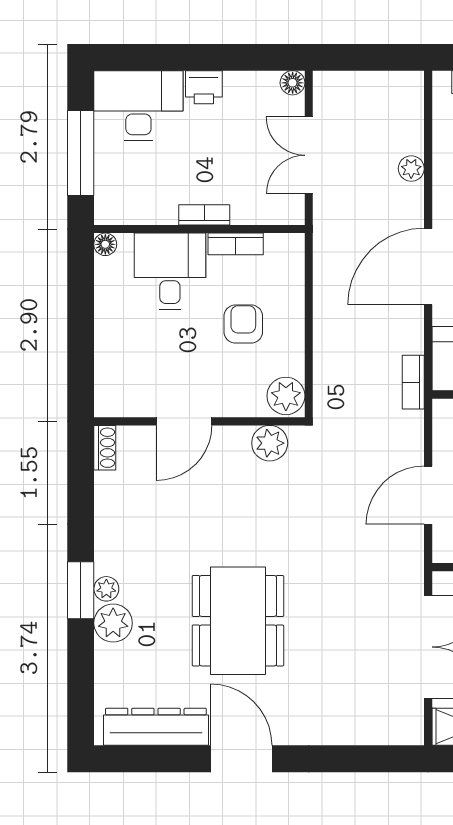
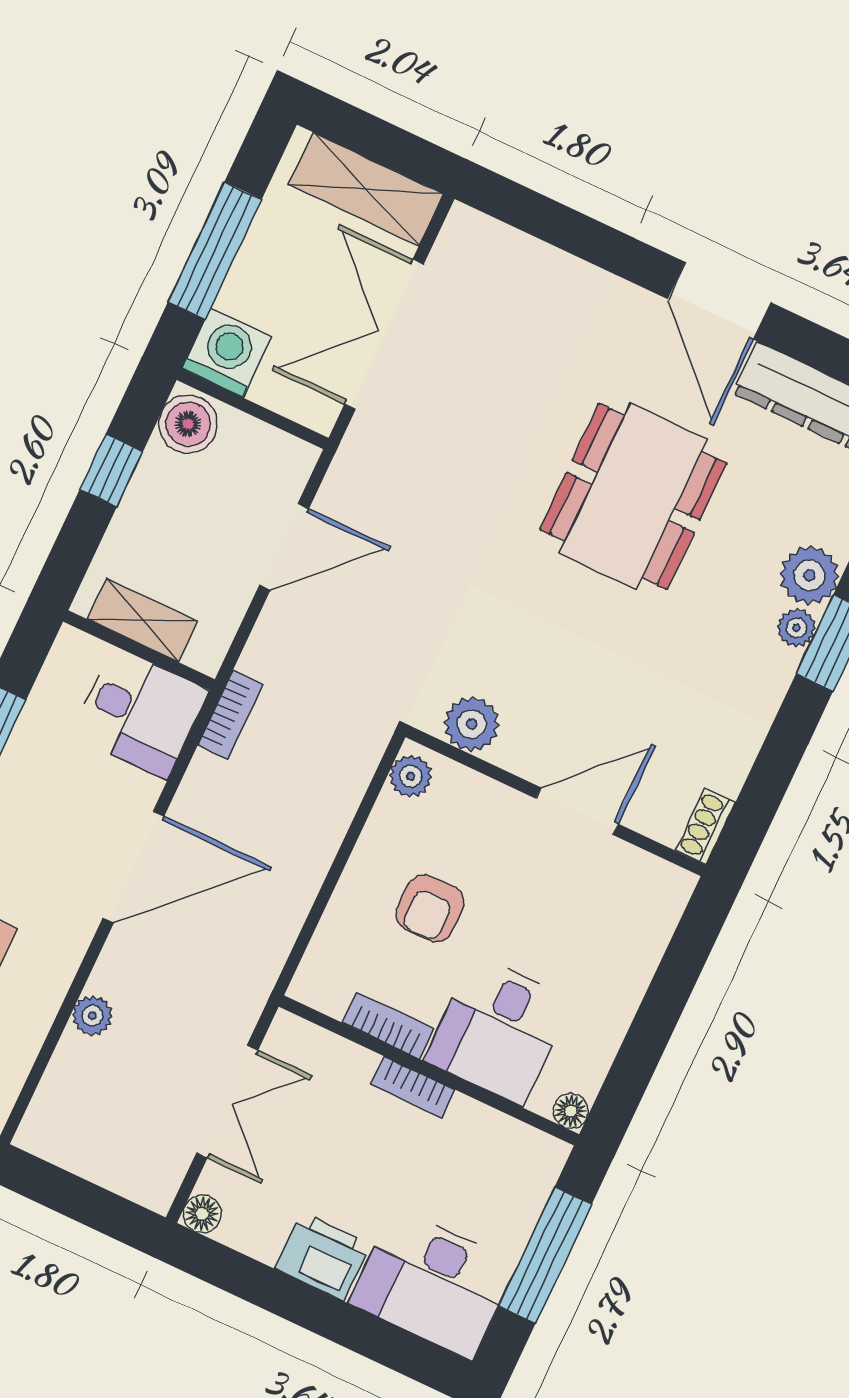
printer: (204, 87) -> (323, 1256), width x1.36, depth x1.24
plant: (286, 396) -> (411, 776), width x0.73, depth x0.73

